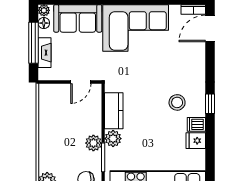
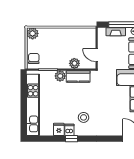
window: (210, 104) -> (71, 139), moved
plant: (93, 143) -> (74, 63), moved

